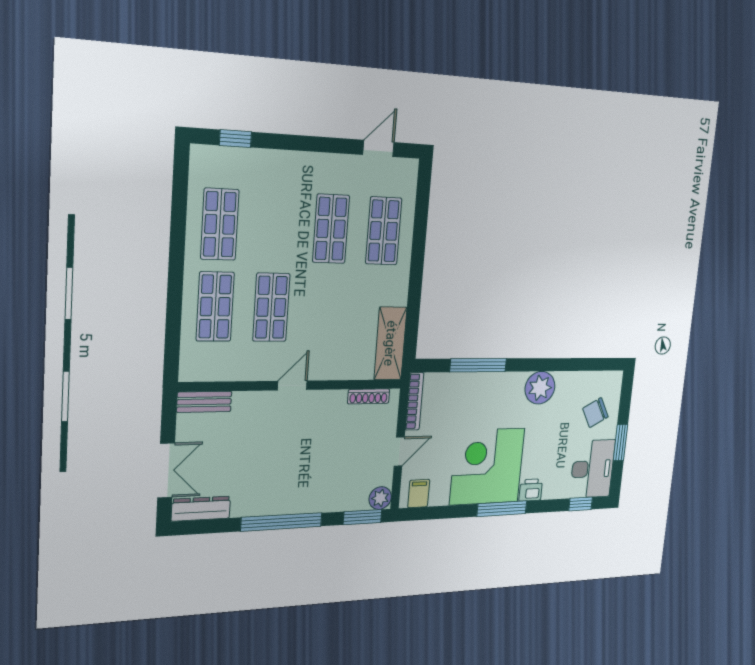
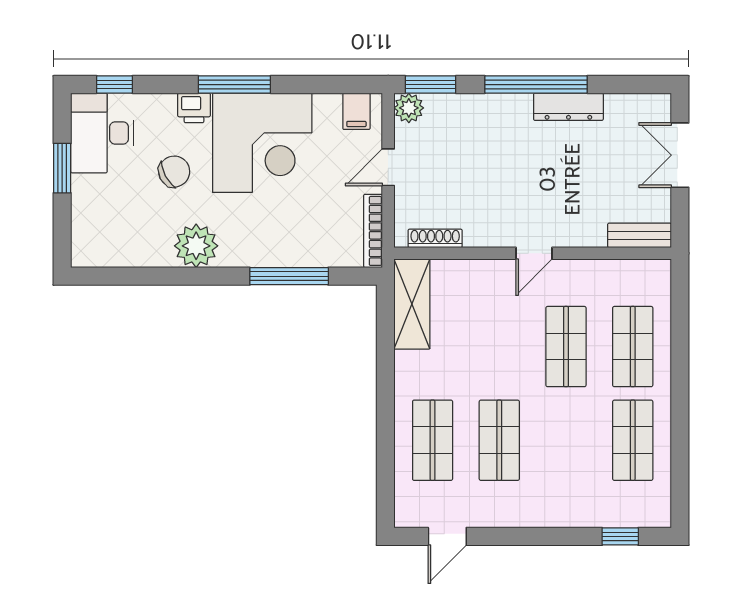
chair: (595, 413) -> (174, 172), moved
dresser: (201, 509) -> (568, 107), moved

